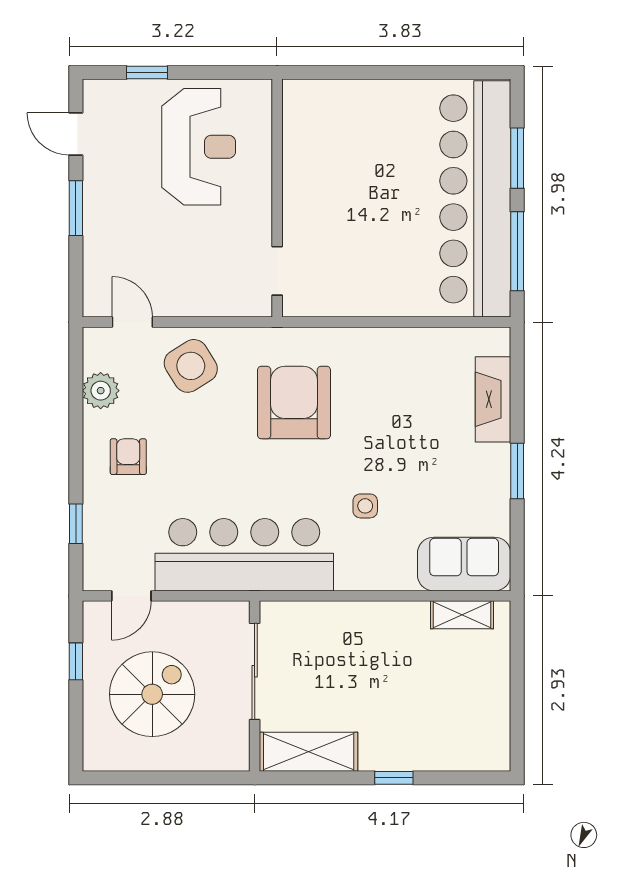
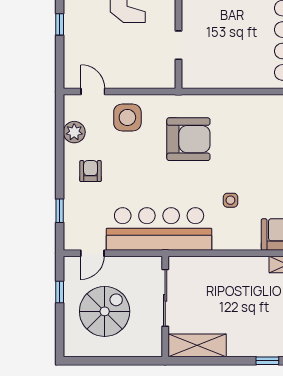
window: (76, 208) -> (60, 24), width x0.67
doorway: (277, 271) -> (178, 45), moved
side table: (191, 366) -> (127, 117), turned 32
armchair: (294, 403) -> (188, 139), turned 90
window: (394, 778) -> (267, 361), moved

